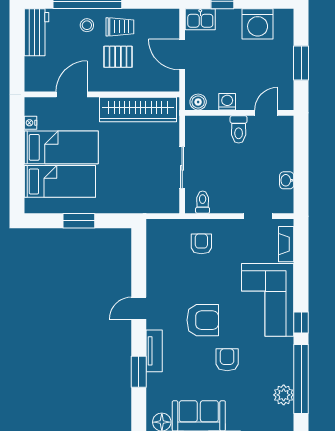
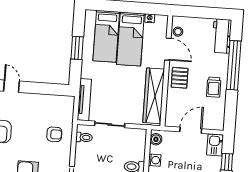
stool: (87, 25) -> (178, 32), moved
workbench: (36, 32) -> (222, 36), moved, turned 90
pallet: (118, 57) -> (180, 78), moved
tv unit: (150, 205) -> (84, 100), added

